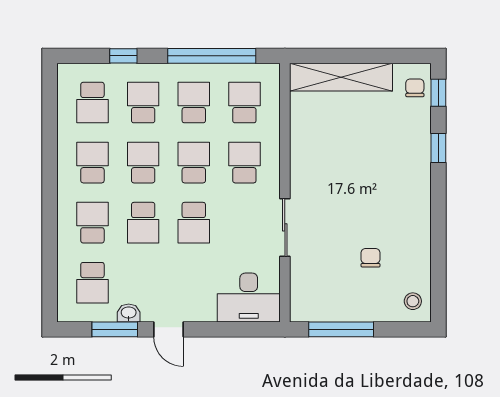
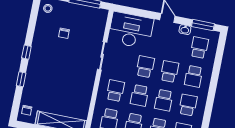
window: (438, 93) -> (26, 52), moved
school desk: (92, 163) -> (188, 105), turned 180
school desk: (244, 163) -> (115, 91), turned 180
desk: (249, 298) -> (131, 30), width x1.36, depth x1.30
window: (115, 329) -> (203, 25), moved

